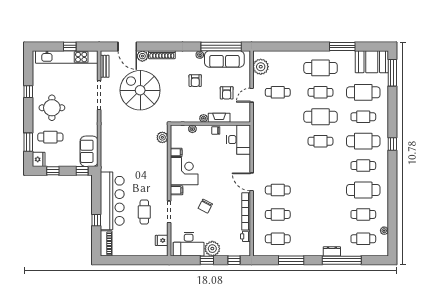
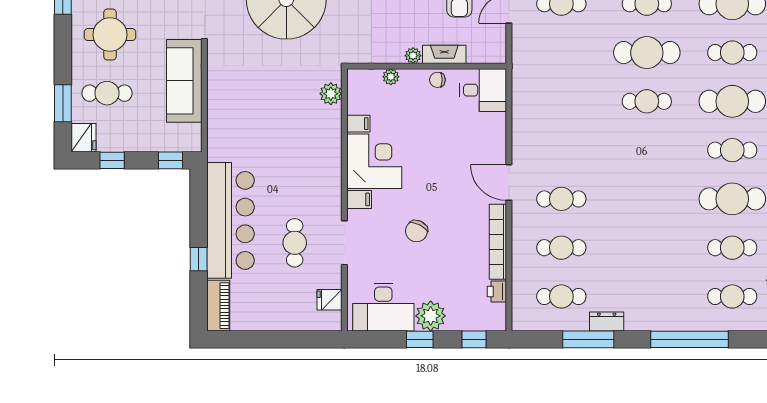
desk: (239, 140) -> (483, 90), width x0.73
sofa: (89, 151) -> (184, 81), moved, width x1.36
dresser: (332, 251) -> (607, 322), moved

